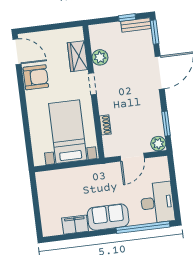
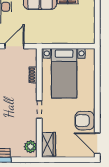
wardrobe: (78, 56) -> (49, 144), moved
plant: (100, 57) -> (30, 147), moved

